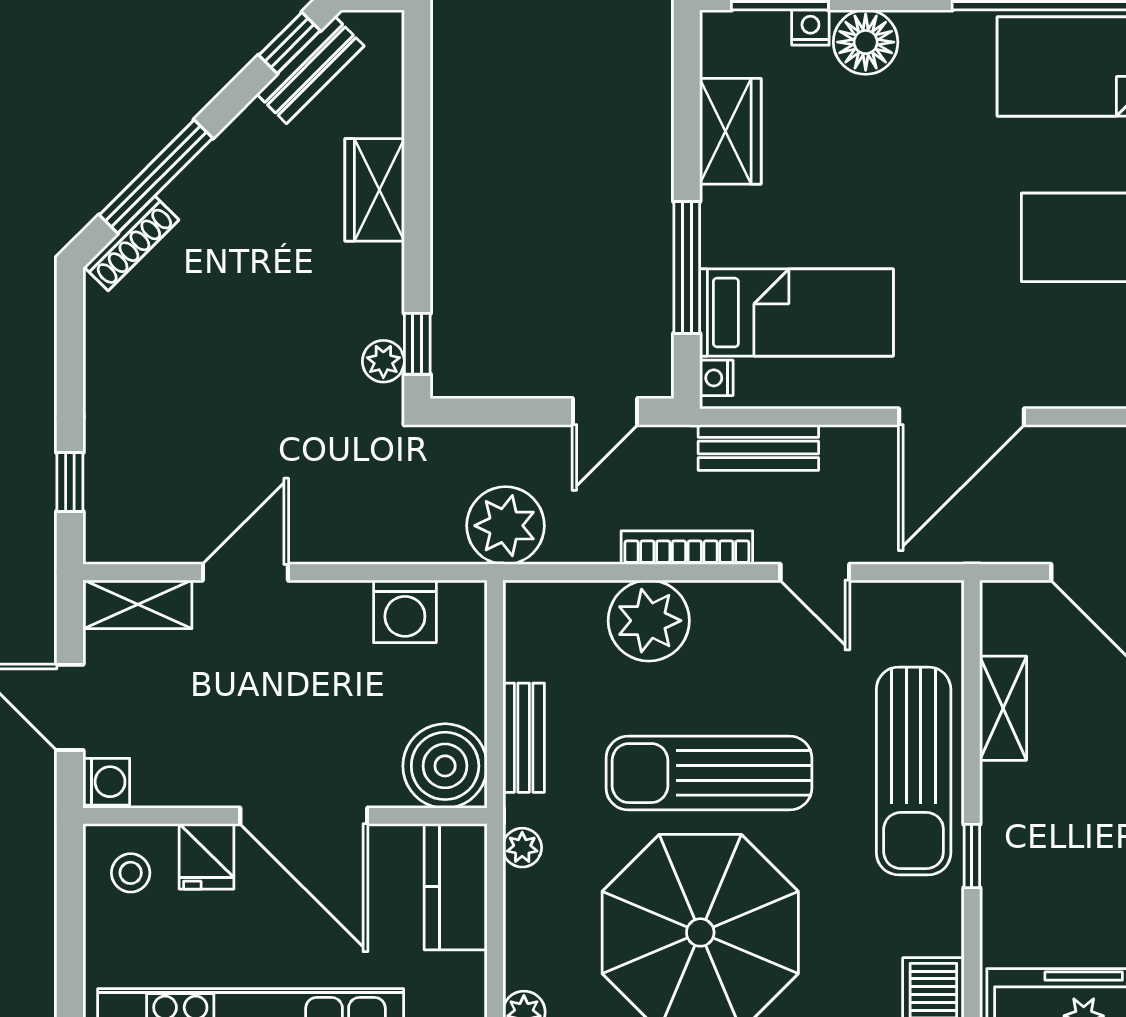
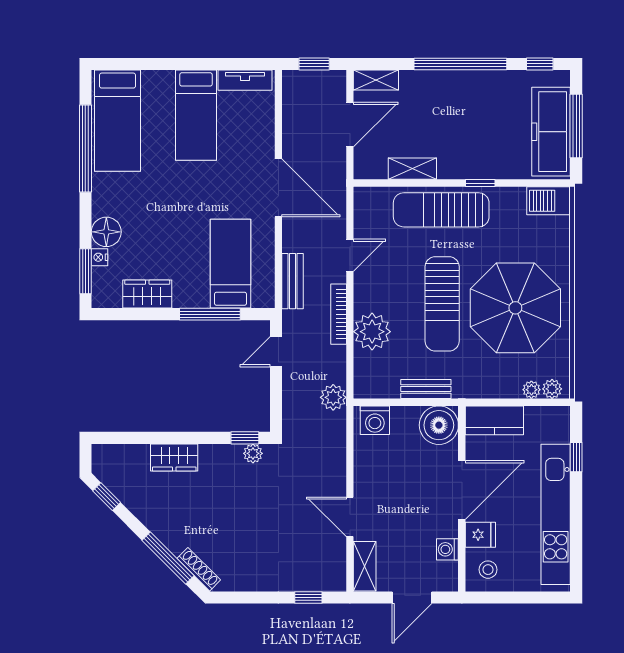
bench: (310, 70) -> (119, 487), removed
nightstand: (716, 378) -> (261, 300), removed
door: (605, 412) -> (276, 352), swing flipped
plant: (505, 526) -> (333, 397), width x0.73, depth x0.73
washing machine: (405, 611) -> (375, 420), moved, turned 90
sun lounger: (914, 771) -> (441, 210), turned 180
washing machine: (106, 782) -> (447, 549), moved, turned -90
plant: (522, 848) -> (531, 390), moved

